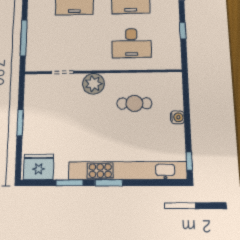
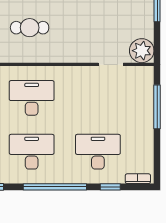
plant: (93, 84) -> (142, 51), moved

